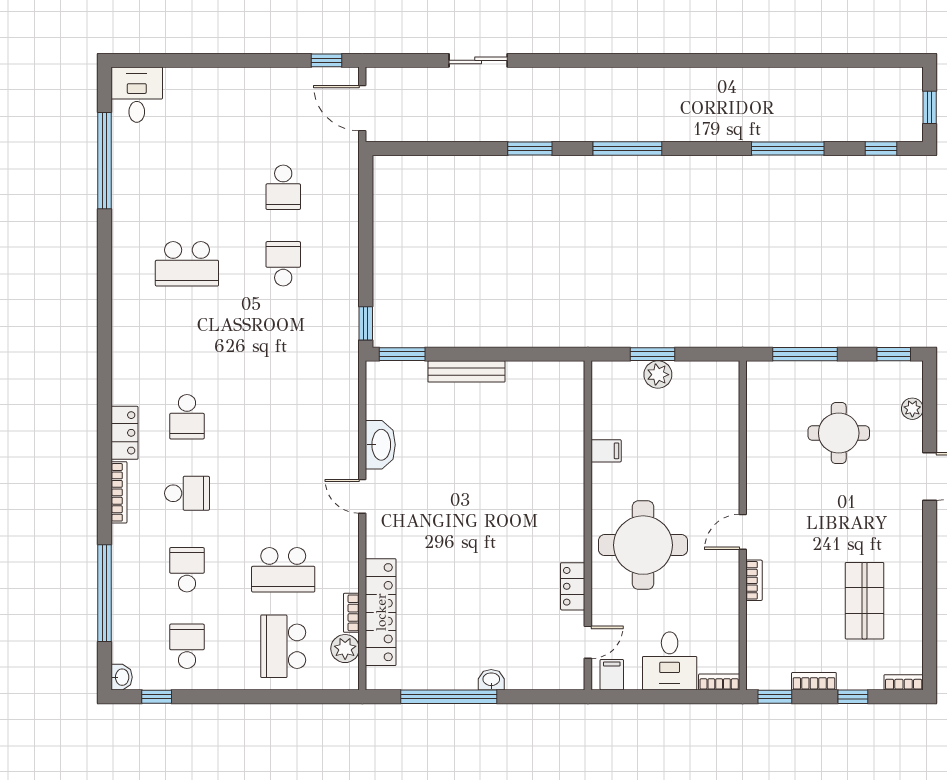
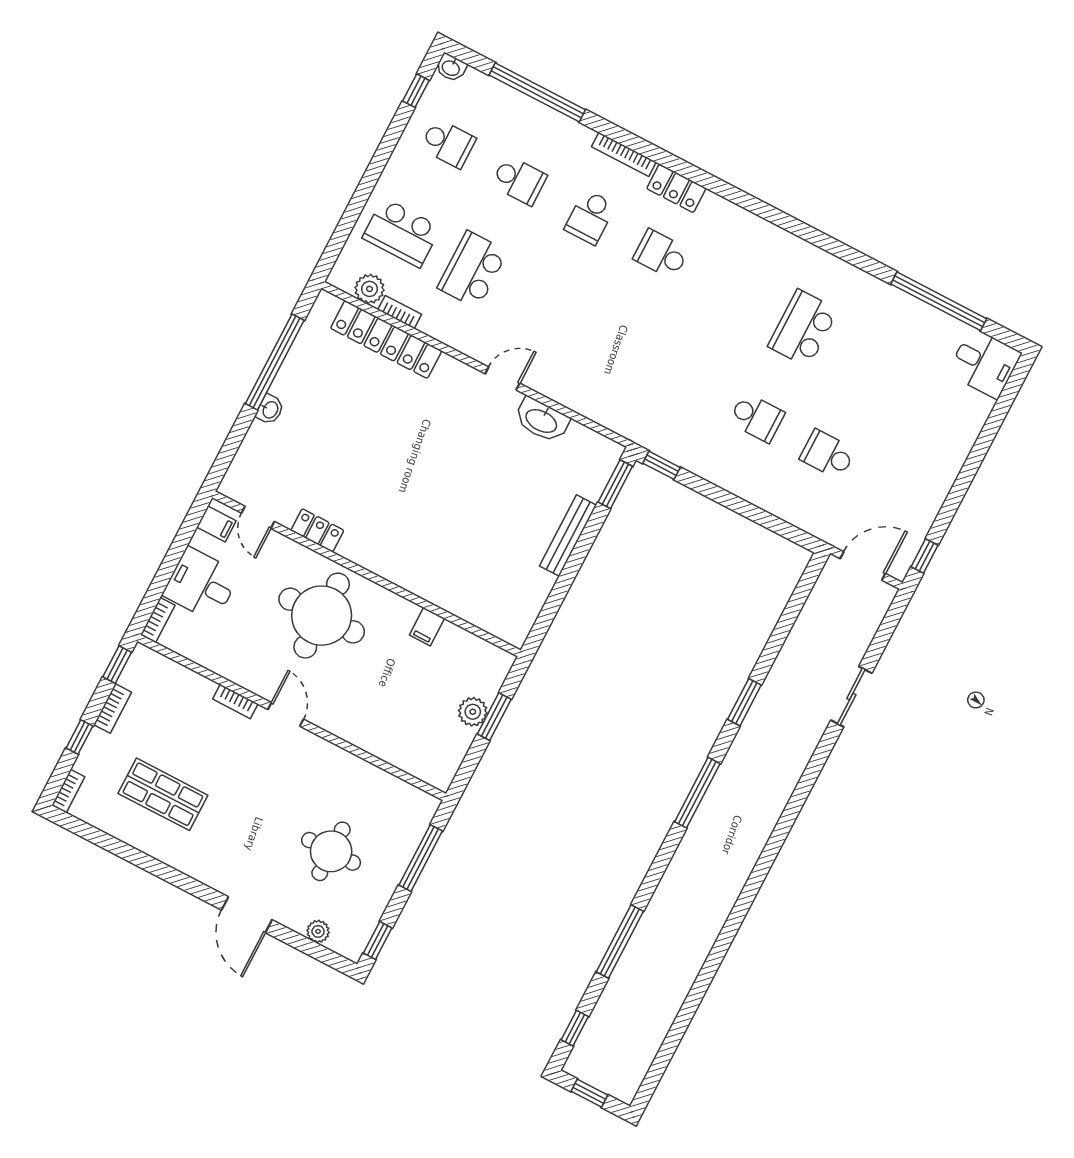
school desk: (283, 646) -> (402, 233), turned 180

